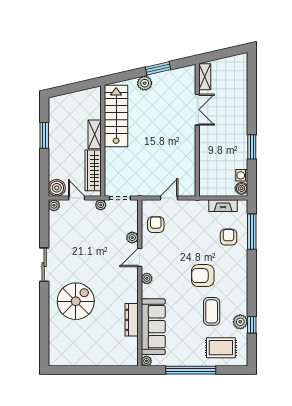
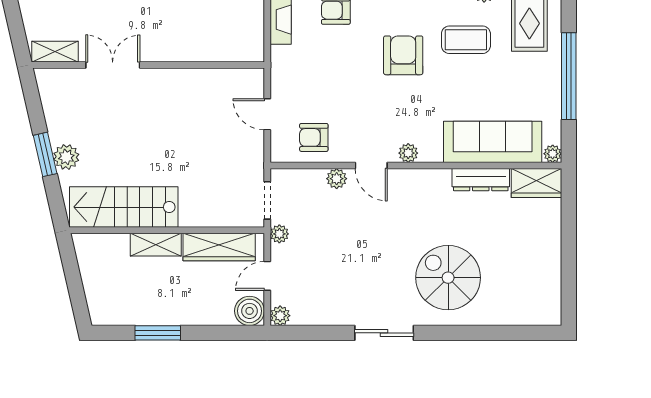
window: (158, 68) -> (45, 154), moved
armchair: (203, 276) -> (403, 55), turned 180
wardrobe: (130, 352) -> (536, 183), added

